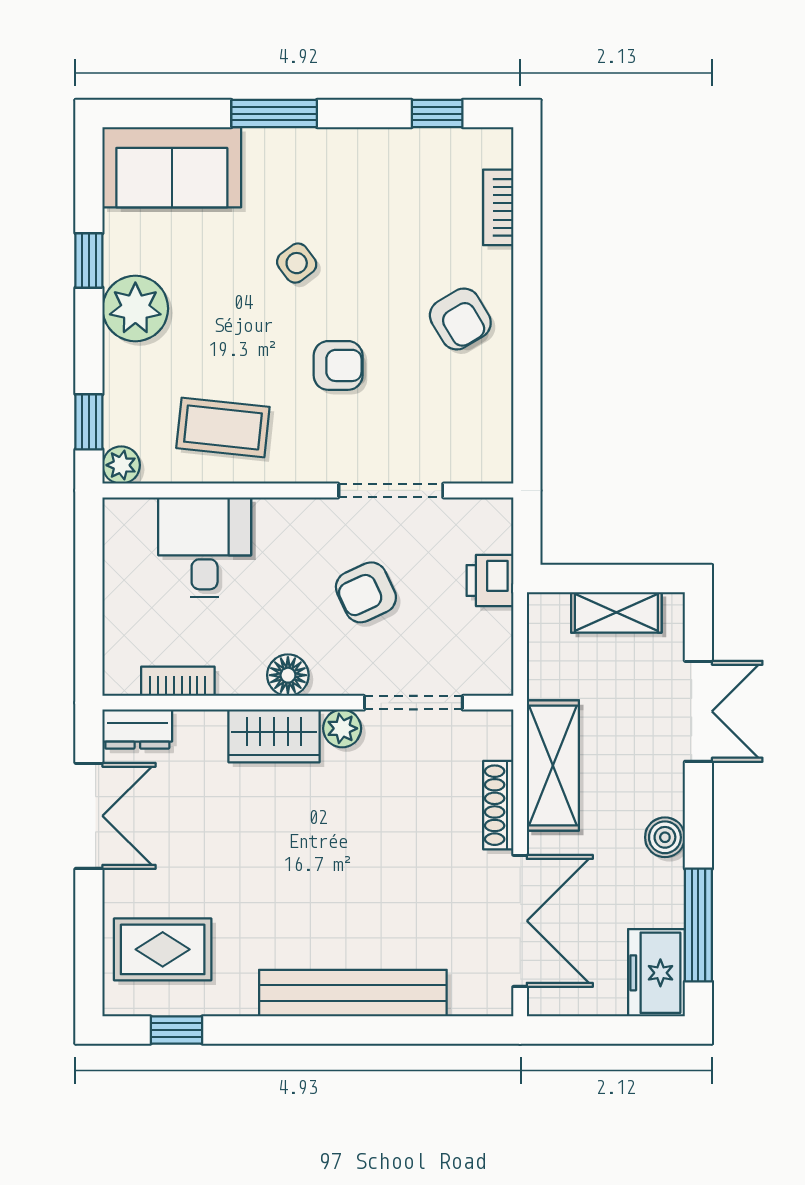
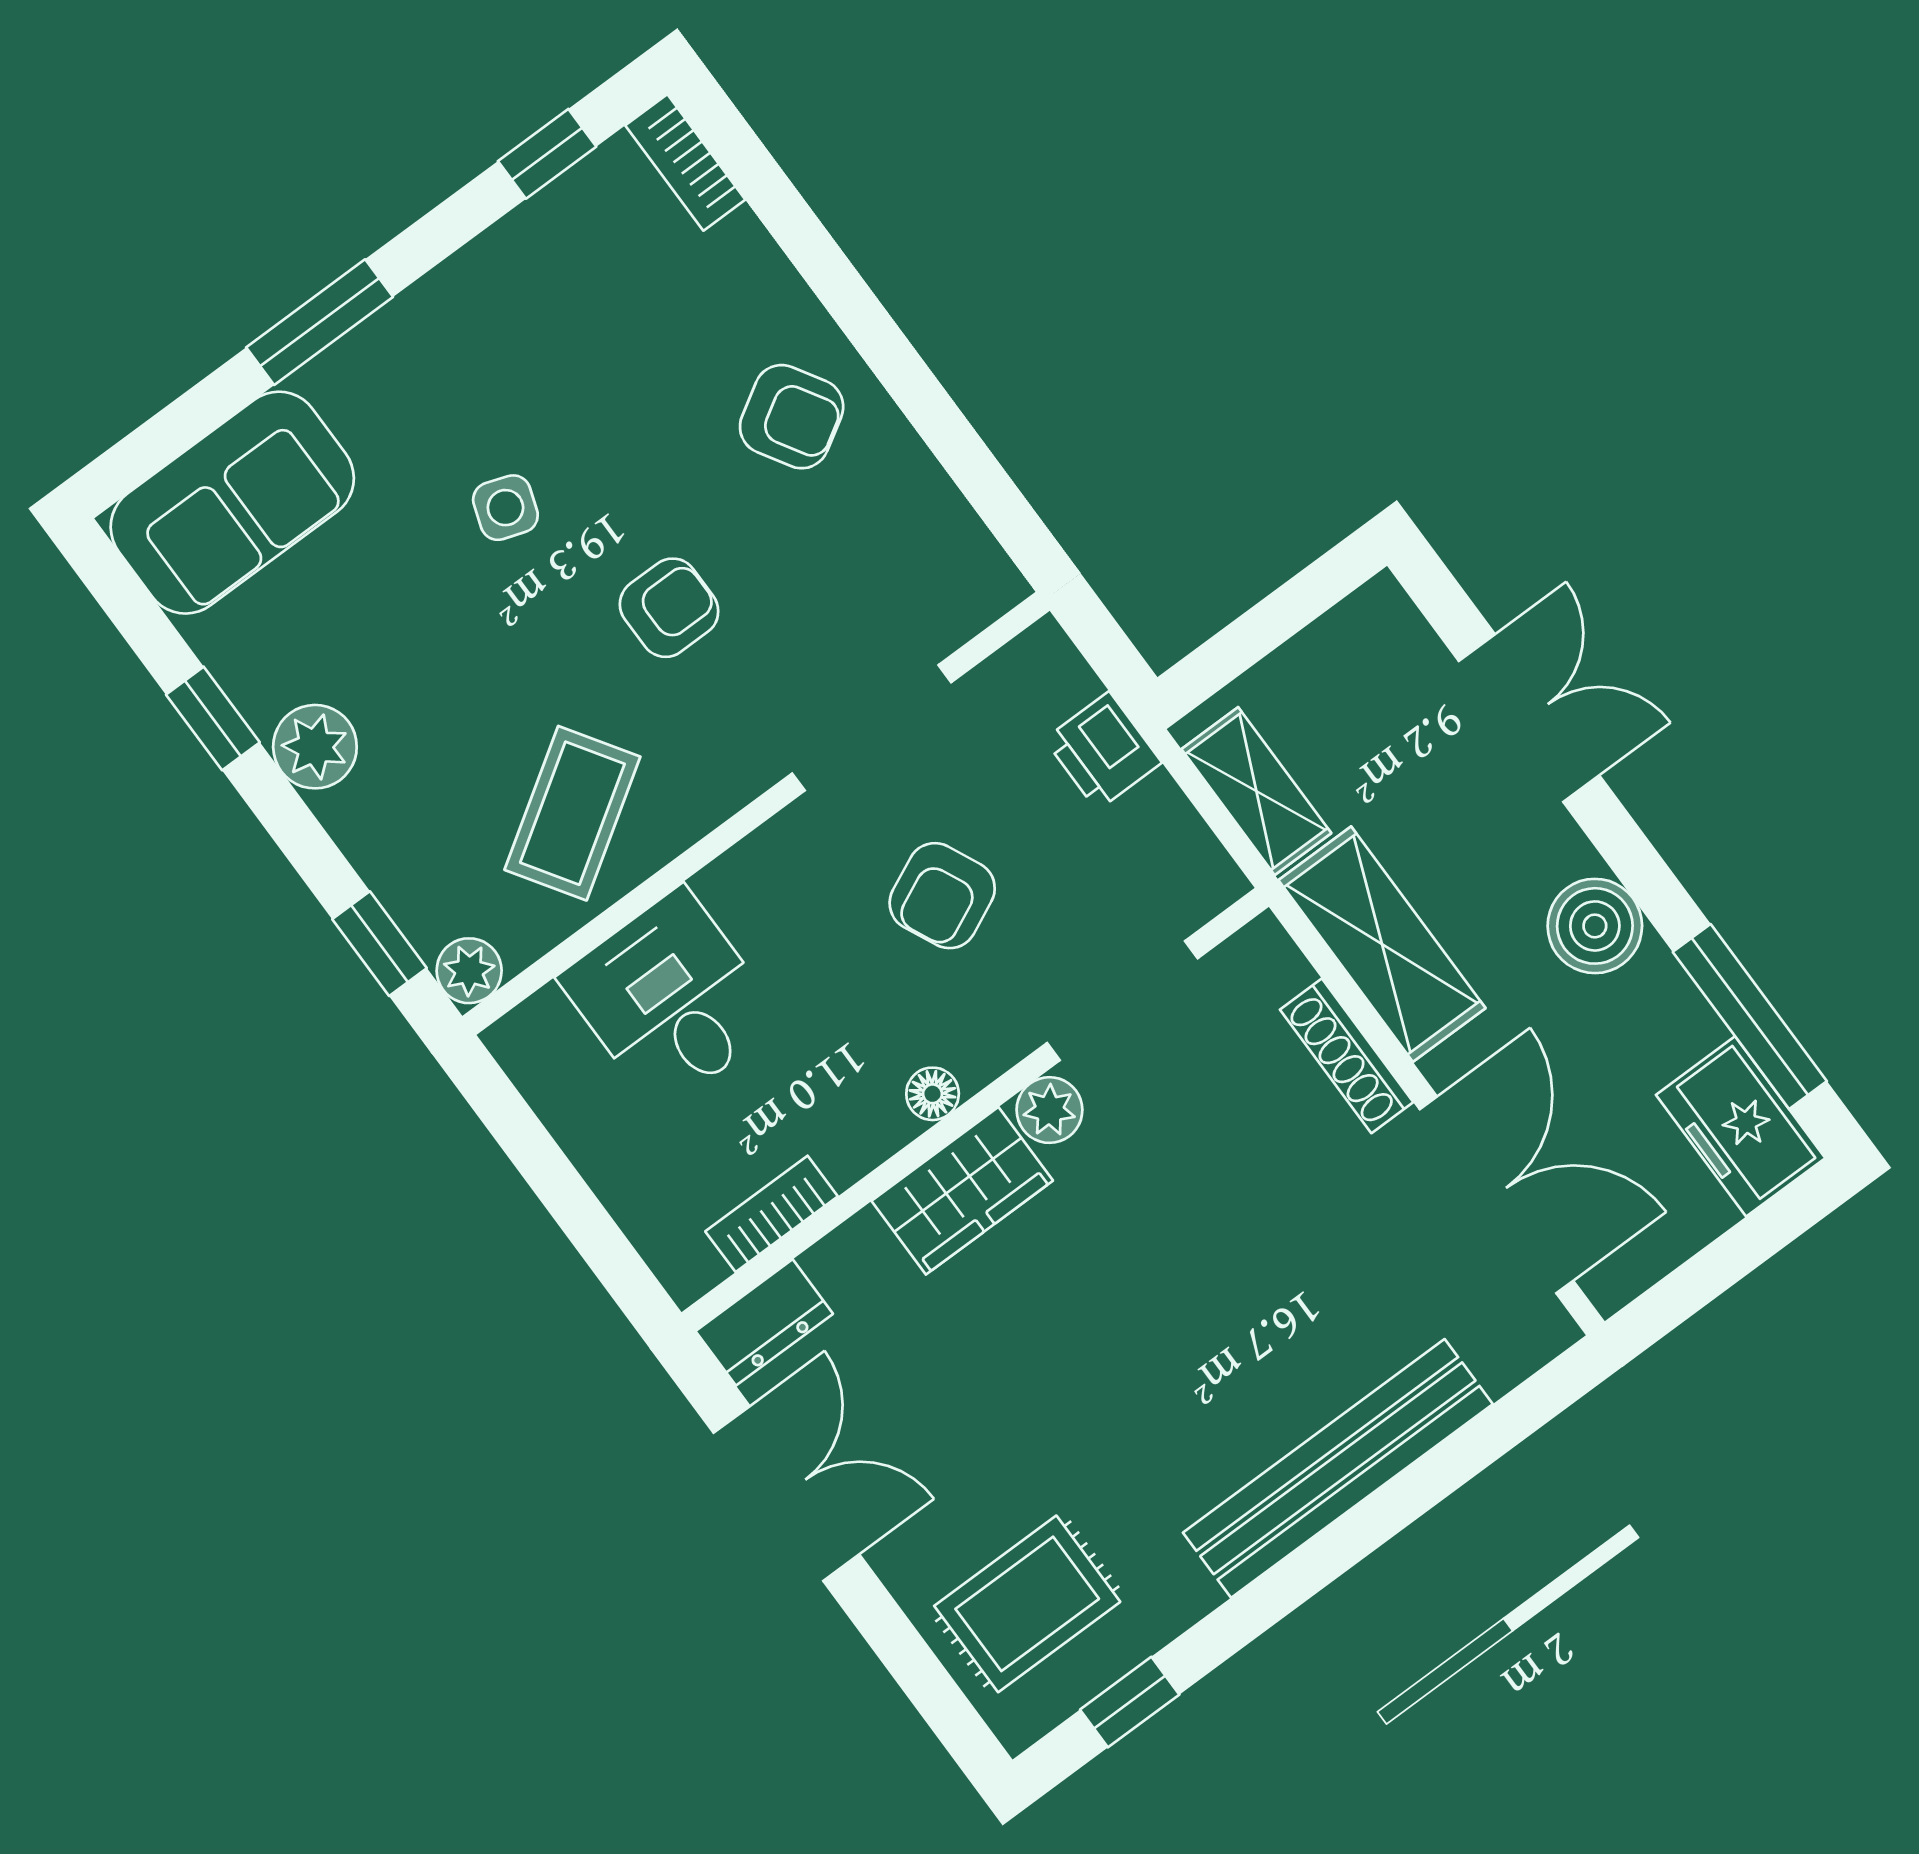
bookcase: (498, 207) -> (685, 162), moved
side table: (297, 263) -> (505, 508), turned -34
plant: (135, 309) -> (315, 747), width x0.73, depth x0.73
coffee table: (223, 428) -> (572, 813), turned -39
shelving: (616, 612) -> (1256, 791), moved, turned 90
floor lamp: (288, 675) -> (933, 1094), width x0.73, depth x0.73
boiler: (665, 837) -> (1595, 926), width x1.36, depth x1.36

